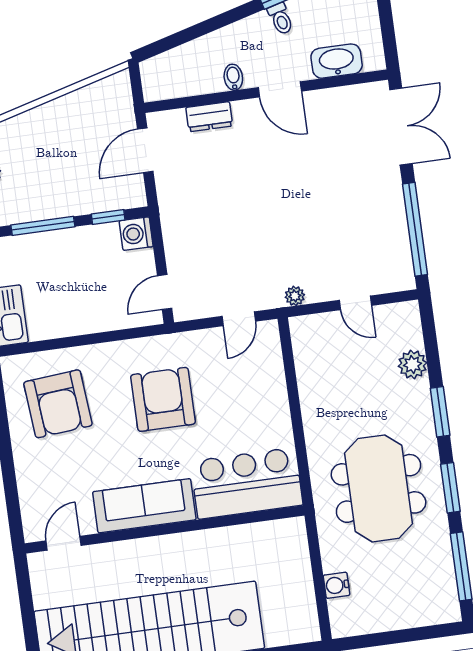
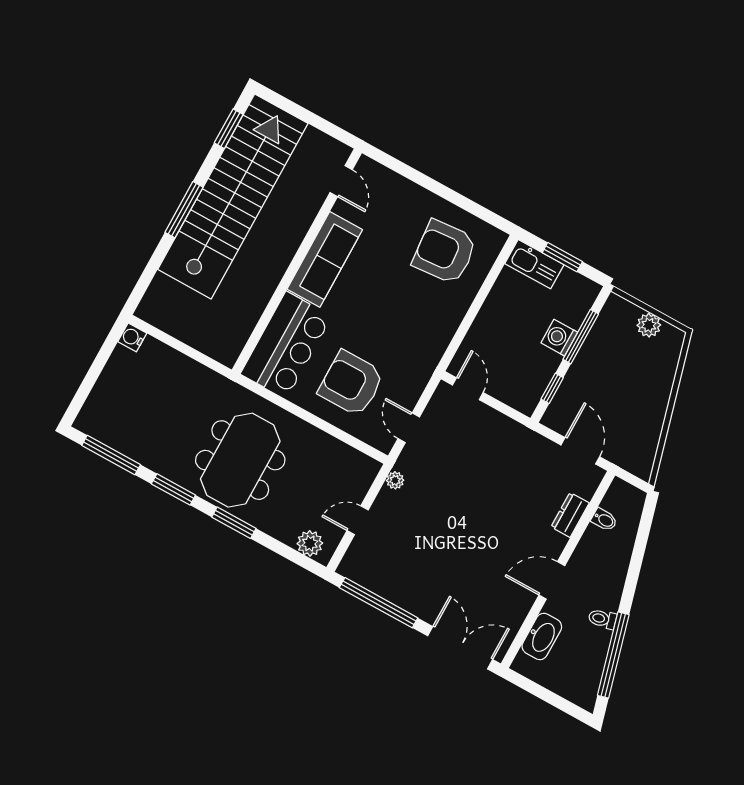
bidet: (233, 77) -> (604, 520), moved
double door: (401, 127) -> (460, 648), swing flipped
washing machine: (136, 234) -> (559, 338), moved, turned -90
plant: (412, 364) -> (310, 543), moved
armchair: (163, 399) -> (351, 383), moved, turned 180
meeting table: (378, 488) -> (240, 460), moved, turned 90
water cooler: (337, 585) -> (132, 337), moved, turned -90

